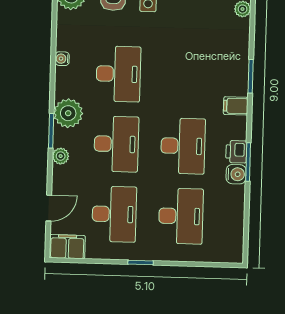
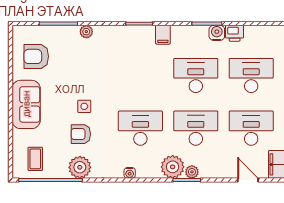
printer: (236, 152) -> (235, 33), moved
plant: (61, 156) -> (192, 172), moved

